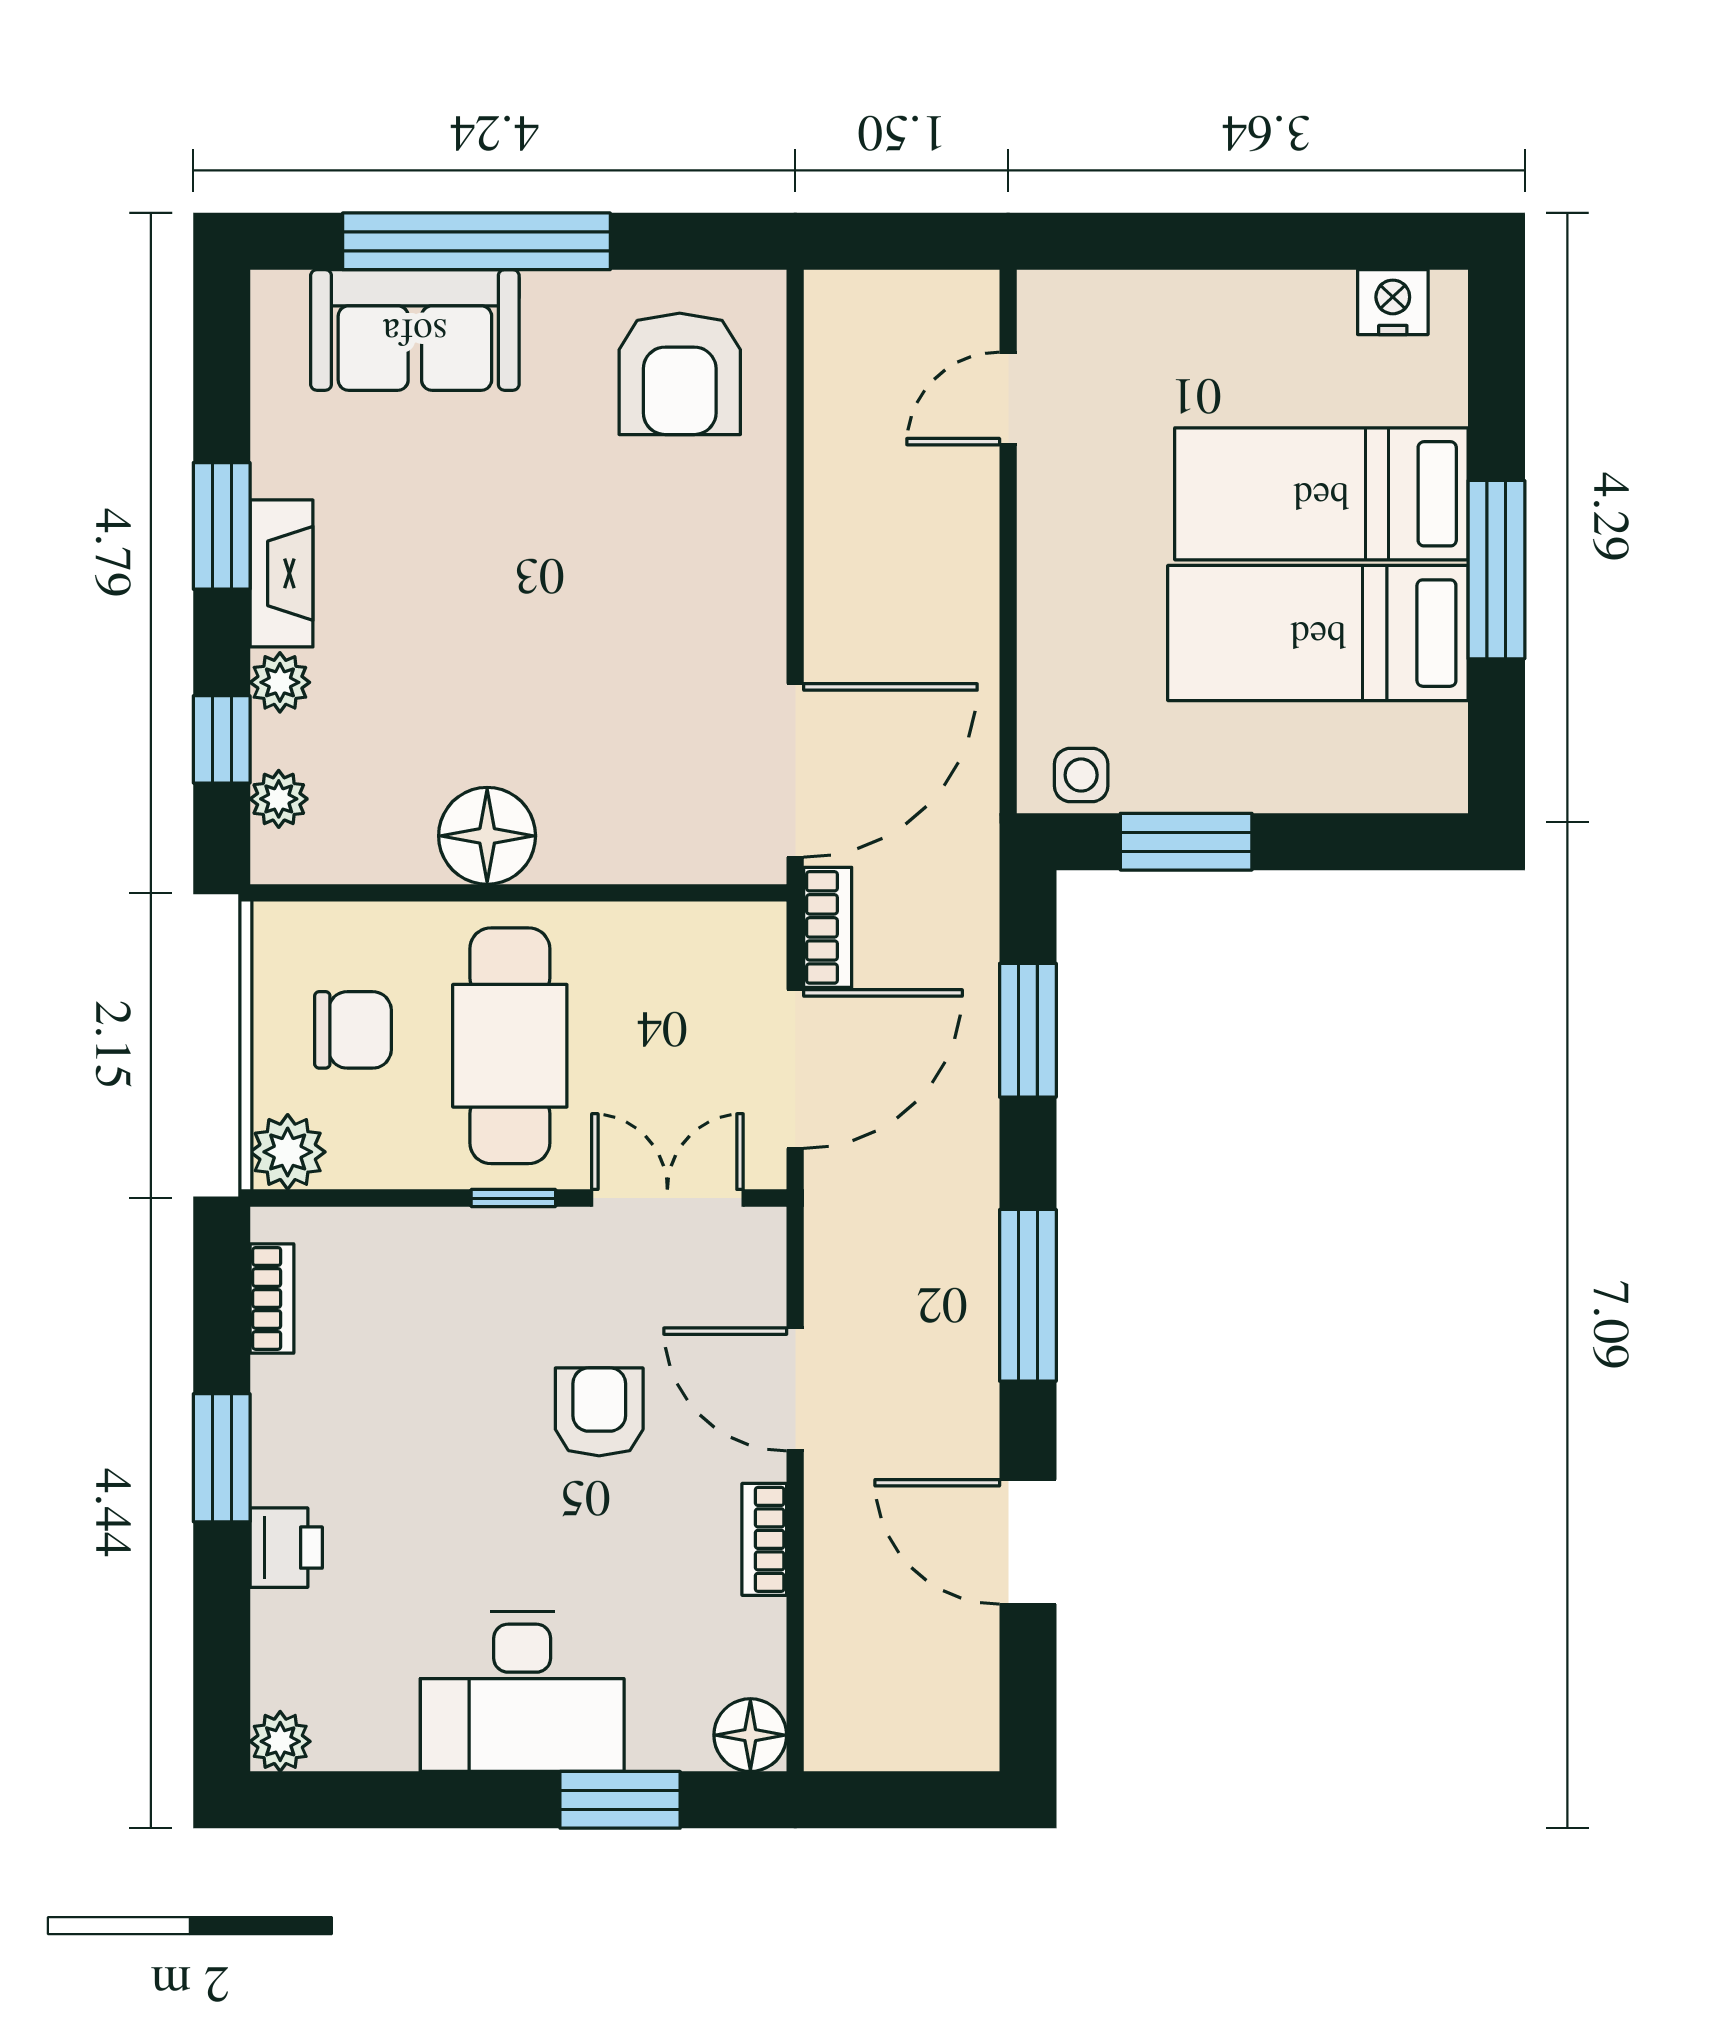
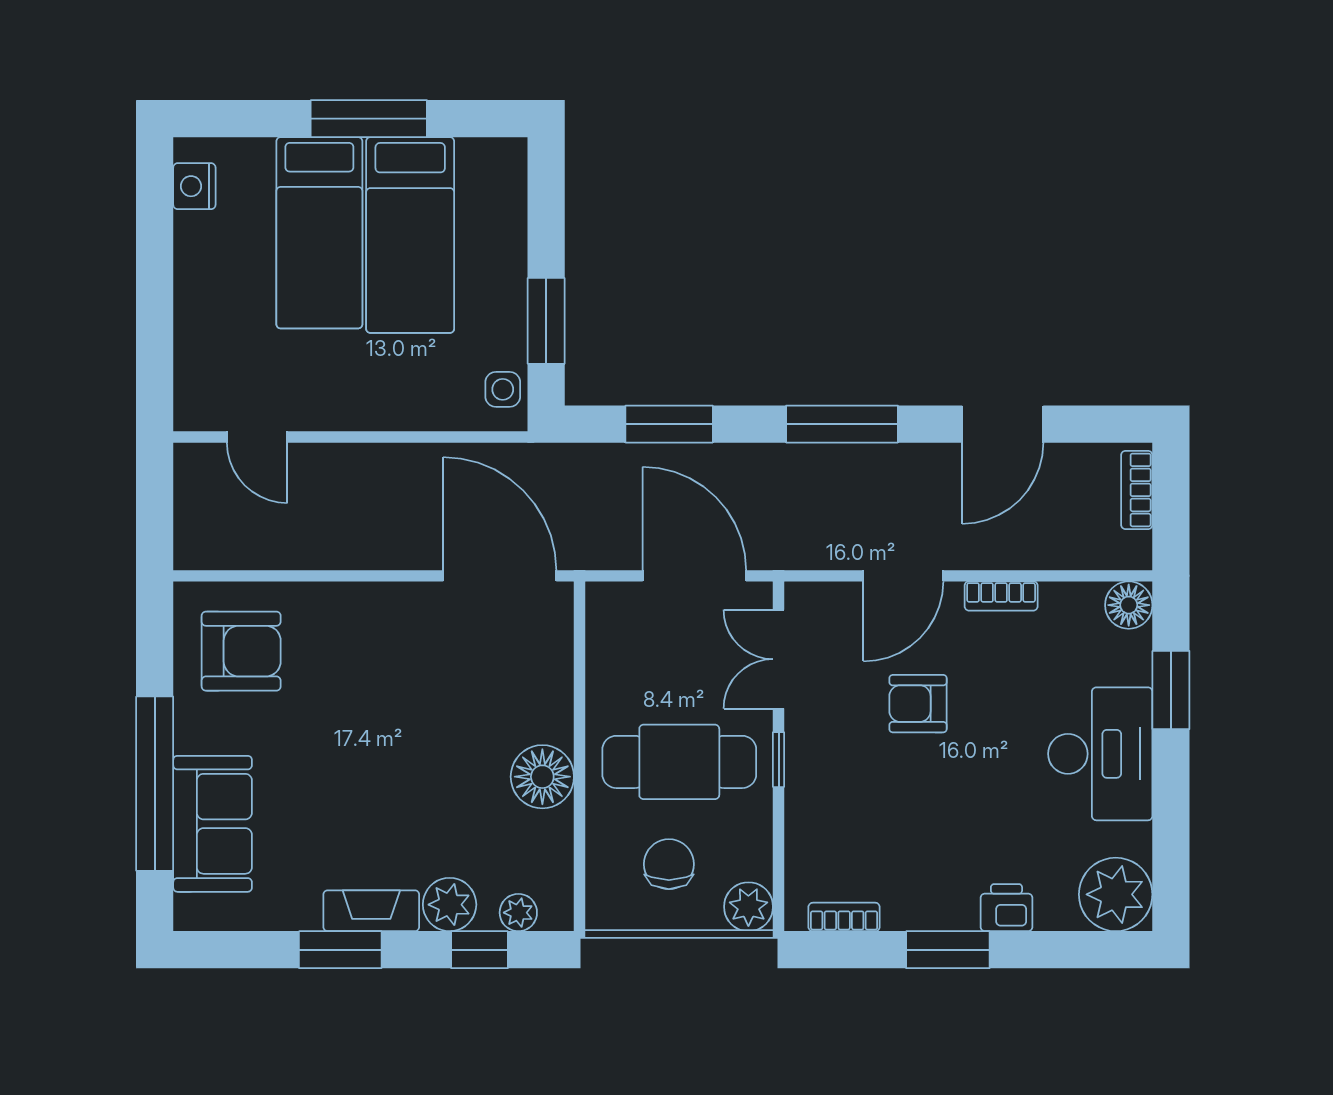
plant: (280, 682) -> (450, 905), width x1.38, depth x1.38
bookcase: (828, 927) -> (1137, 490), moved, turned -90
plant: (280, 1741) -> (1116, 894), width x1.88, depth x1.88

